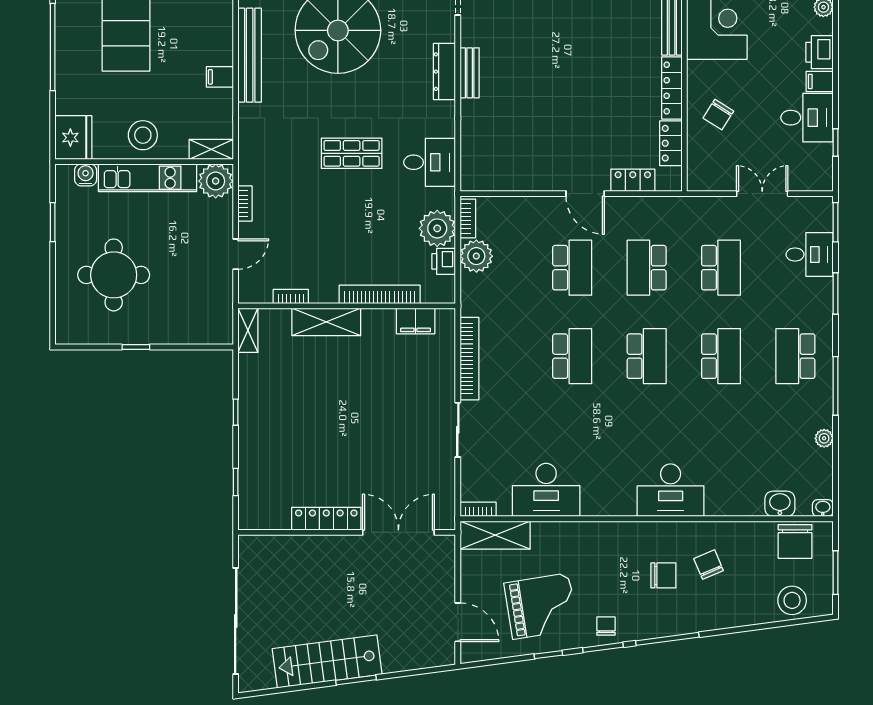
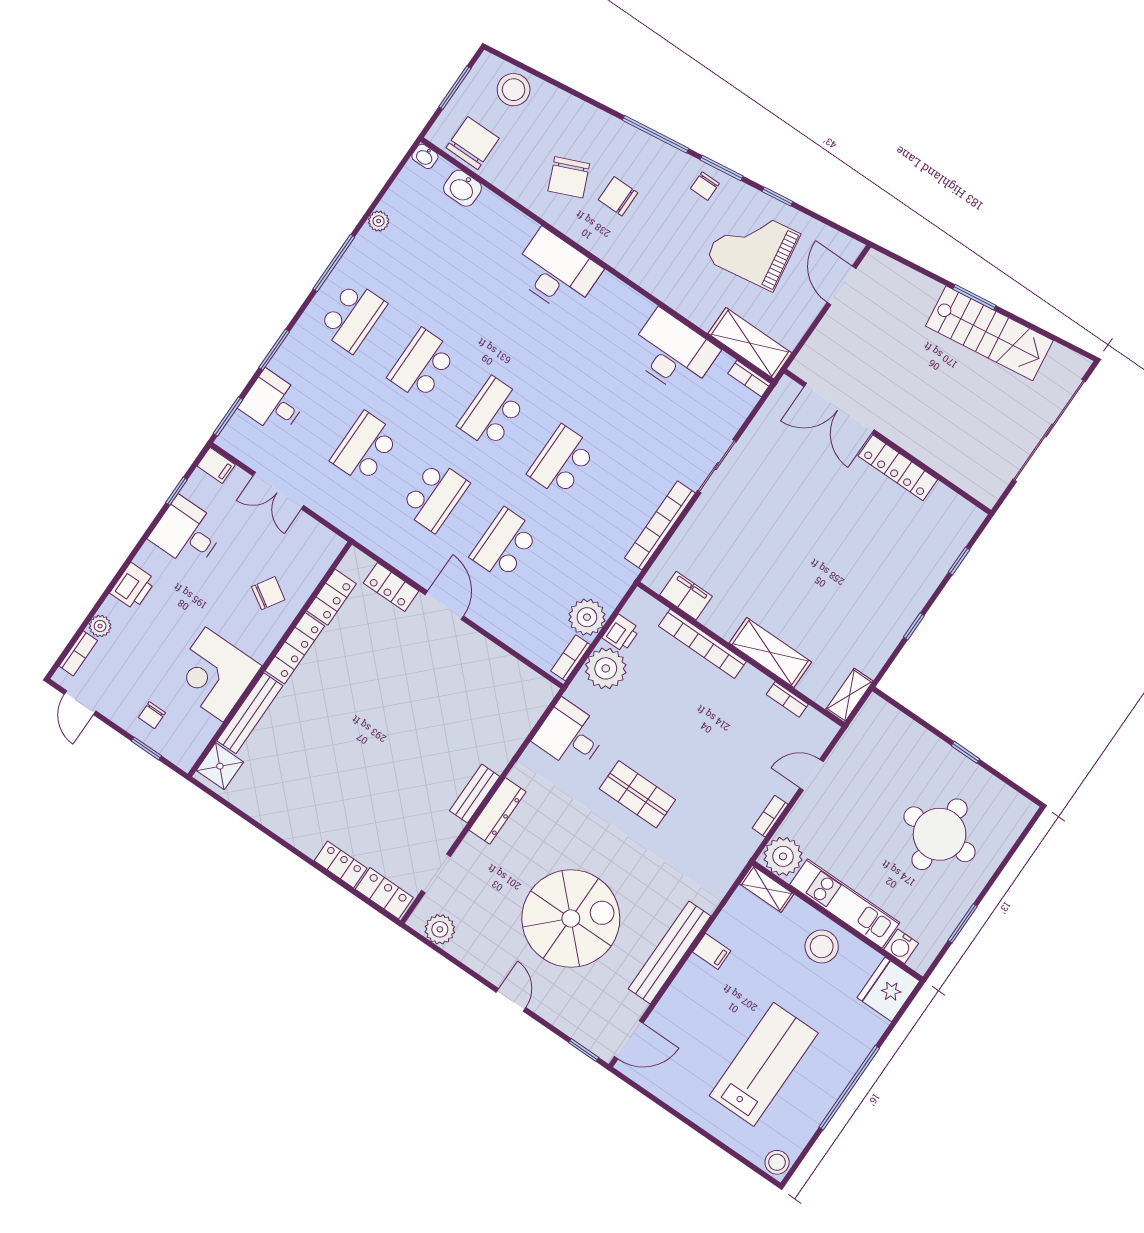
filing cabinet: (820, 81) -> (216, 465), moved
chair: (709, 565) -> (569, 177), width x1.37, depth x1.37

